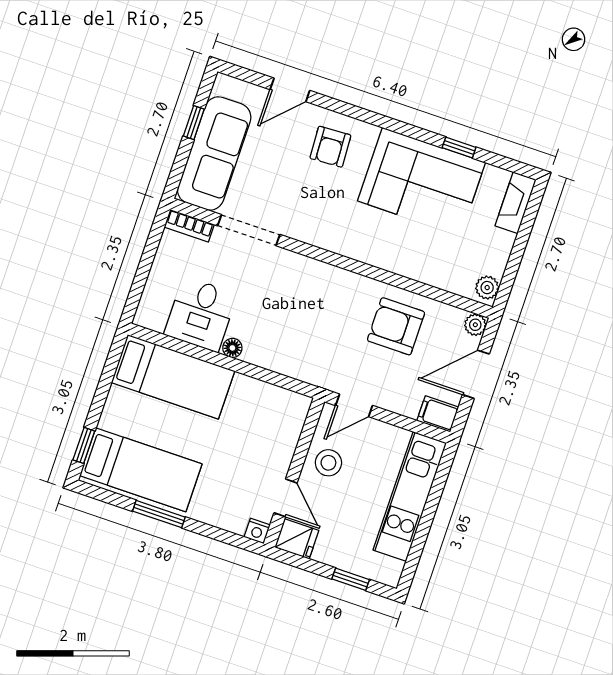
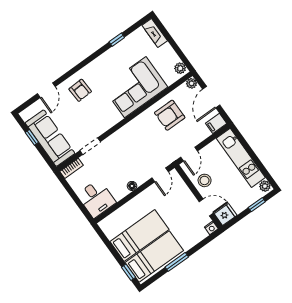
corner sofa: (421, 182) -> (135, 87), moved, turned 180
doorway: (249, 230) -> (90, 146), width x0.73
desk: (201, 314) -> (96, 198), moved
bed: (173, 377) -> (139, 235), moved
door: (285, 382) -> (160, 175), added
plant: (391, 571) -> (265, 186), added

